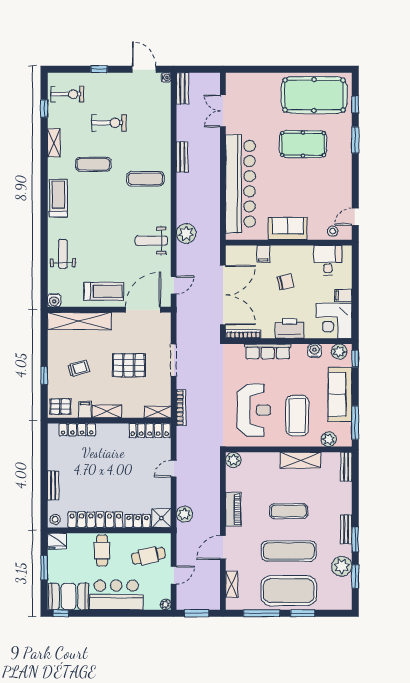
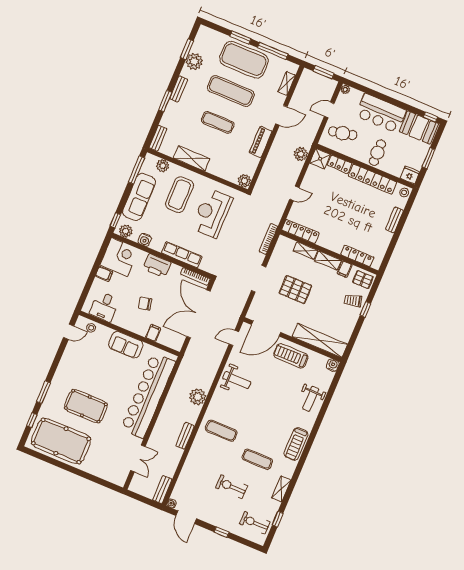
plant: (186, 233) -> (198, 397), moved
trolley: (79, 368) -> (353, 301), moved
shelving: (158, 412) -> (305, 251), moved
window: (355, 539) -> (165, 101), moved

